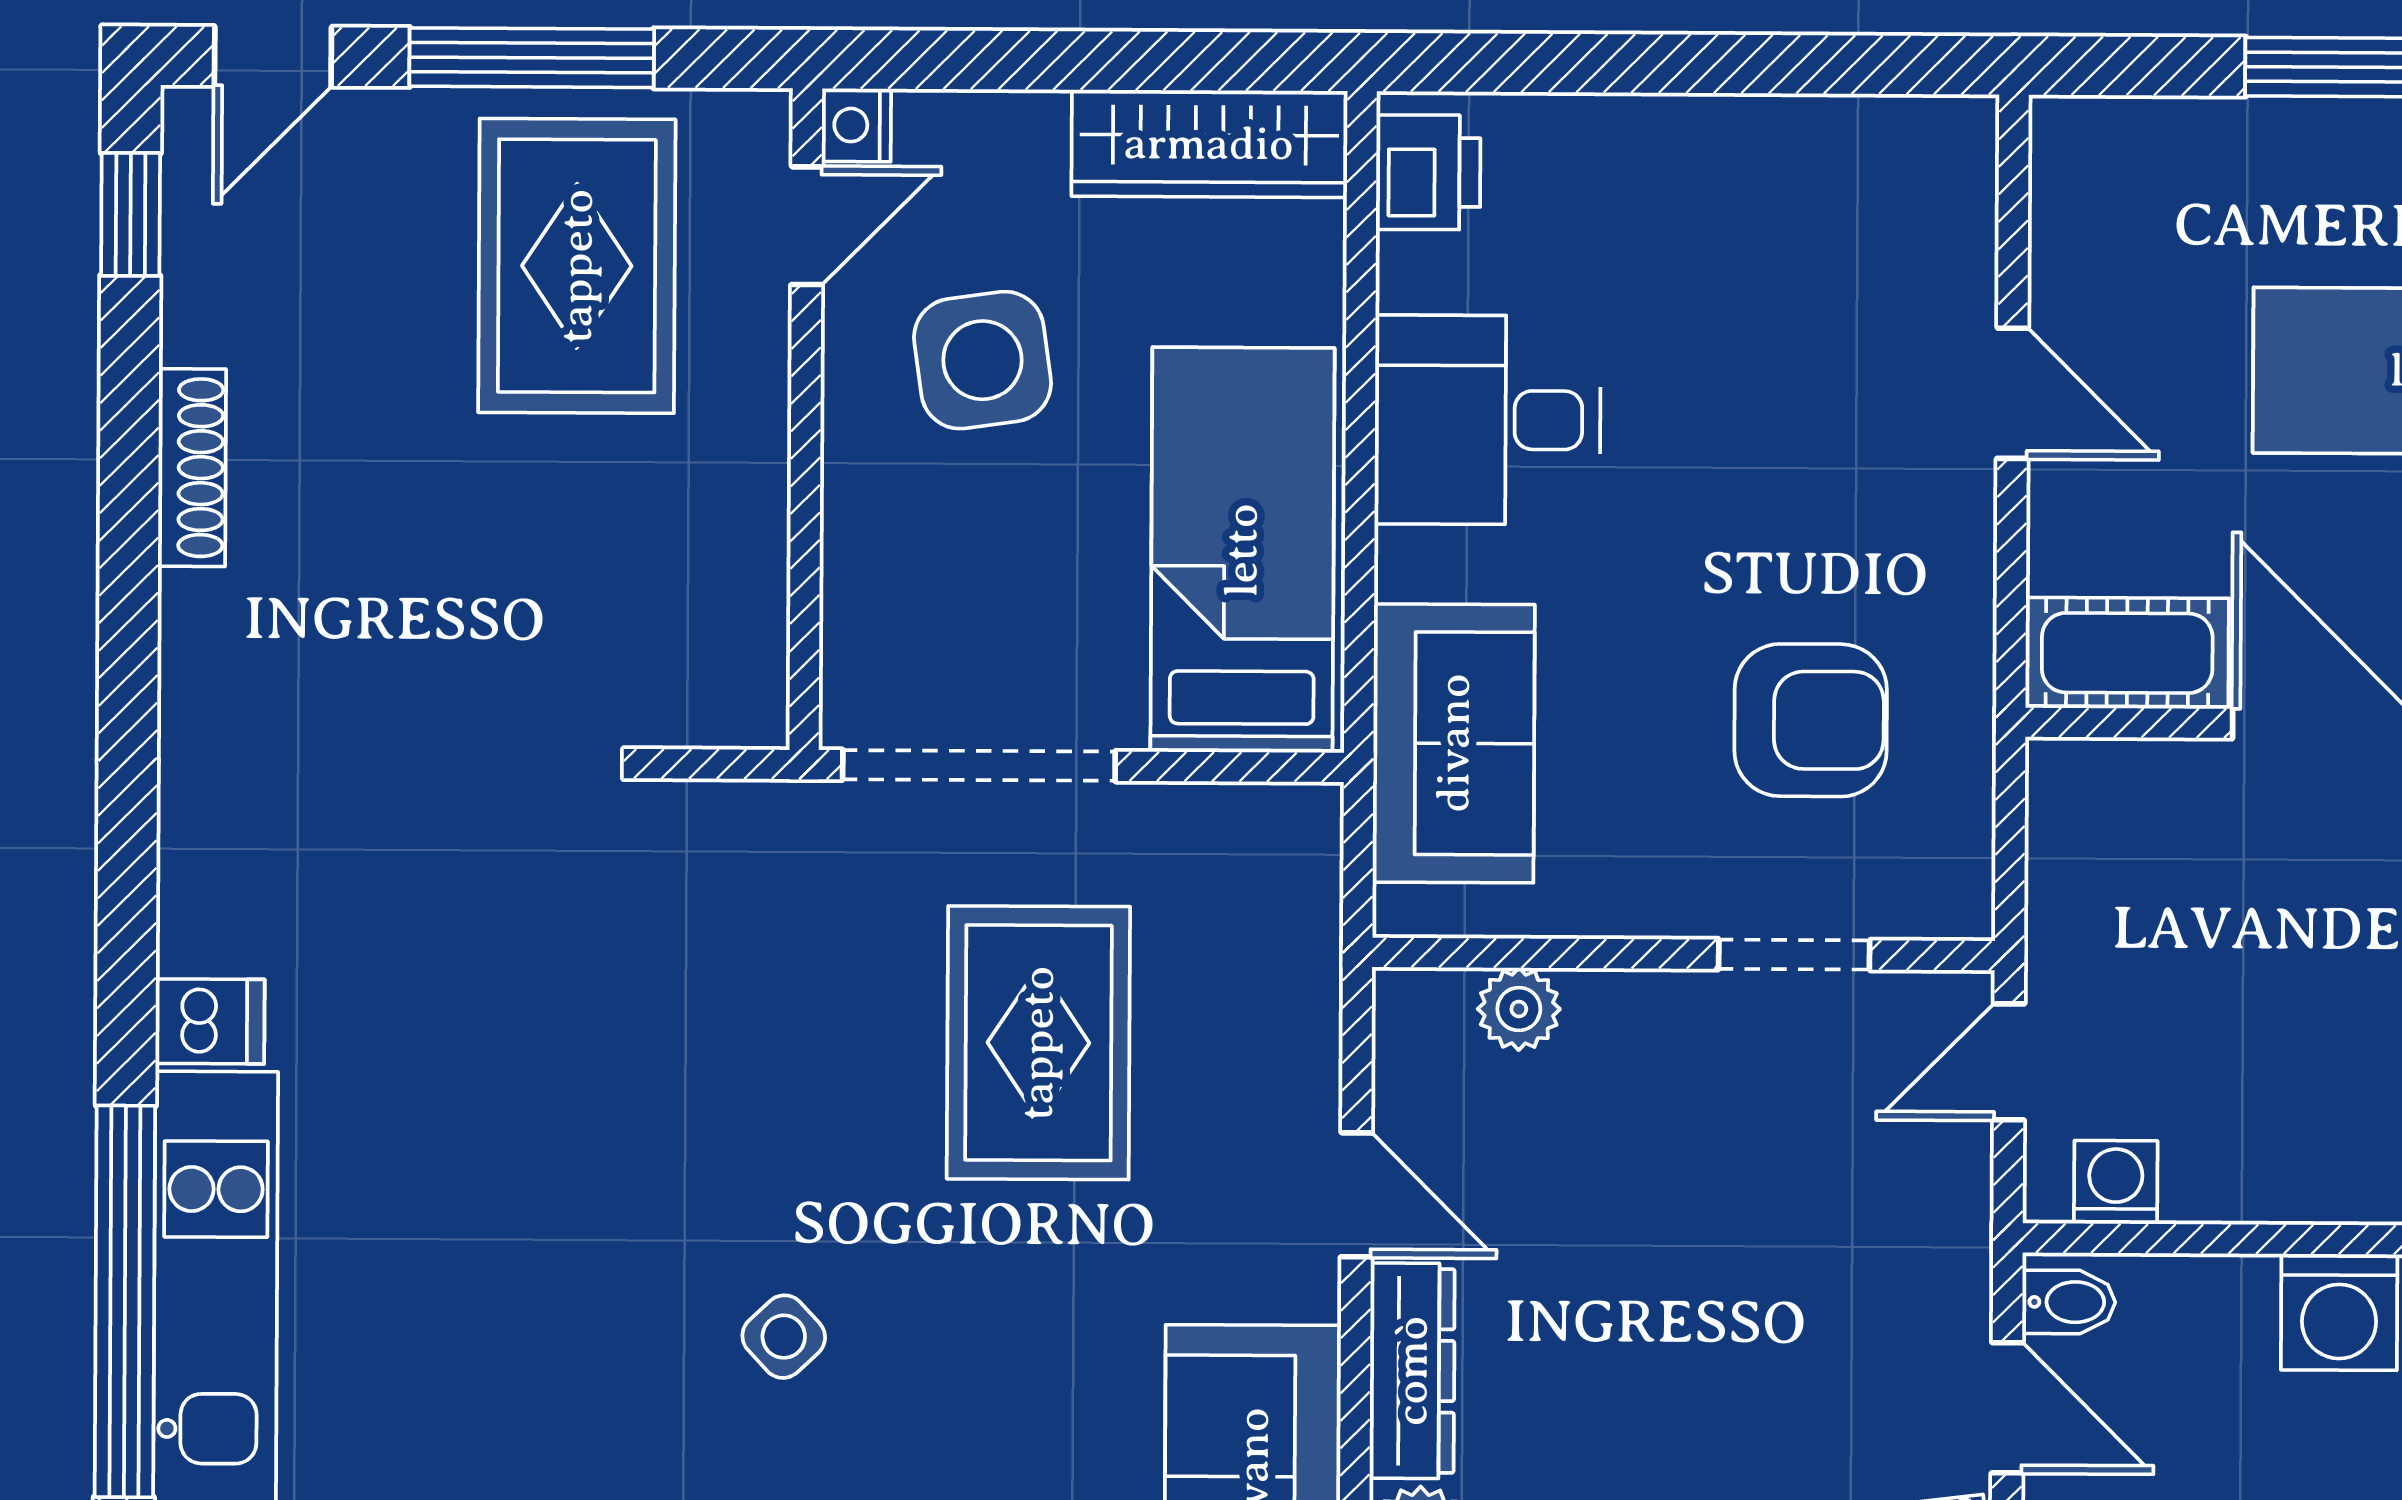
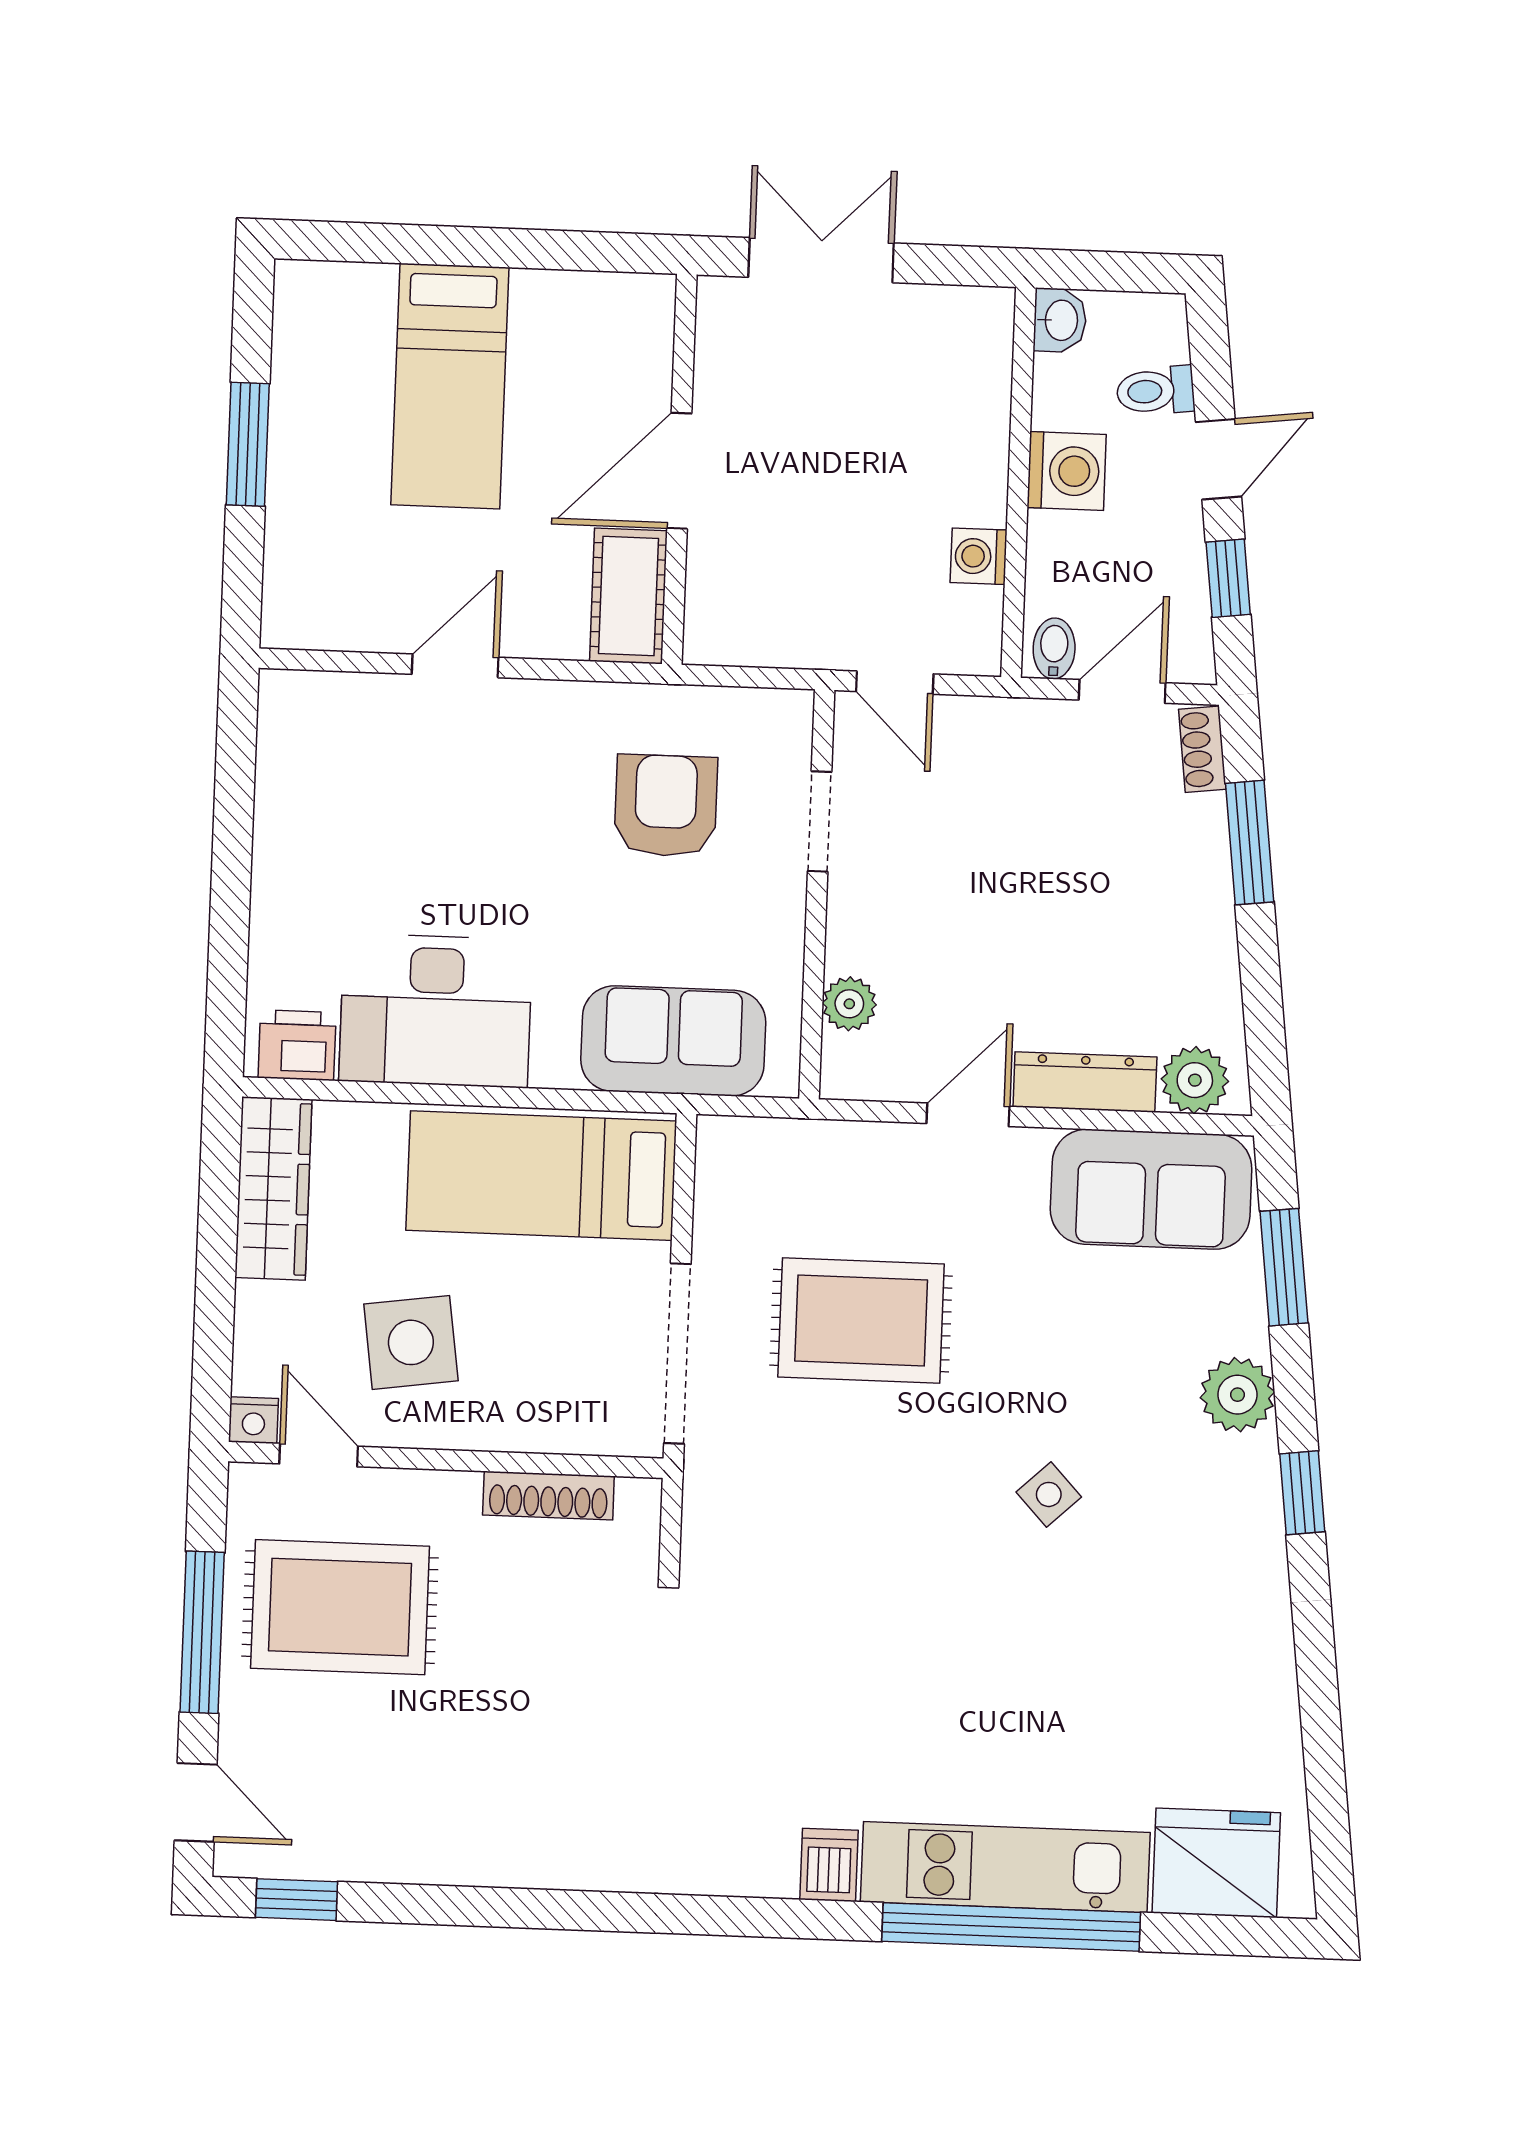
desk: (1488, 420) -> (436, 1011), width x1.37
shoe rack: (192, 468) -> (548, 1496), moved, turned 180
washing machine: (2116, 1182) -> (979, 556), moved

